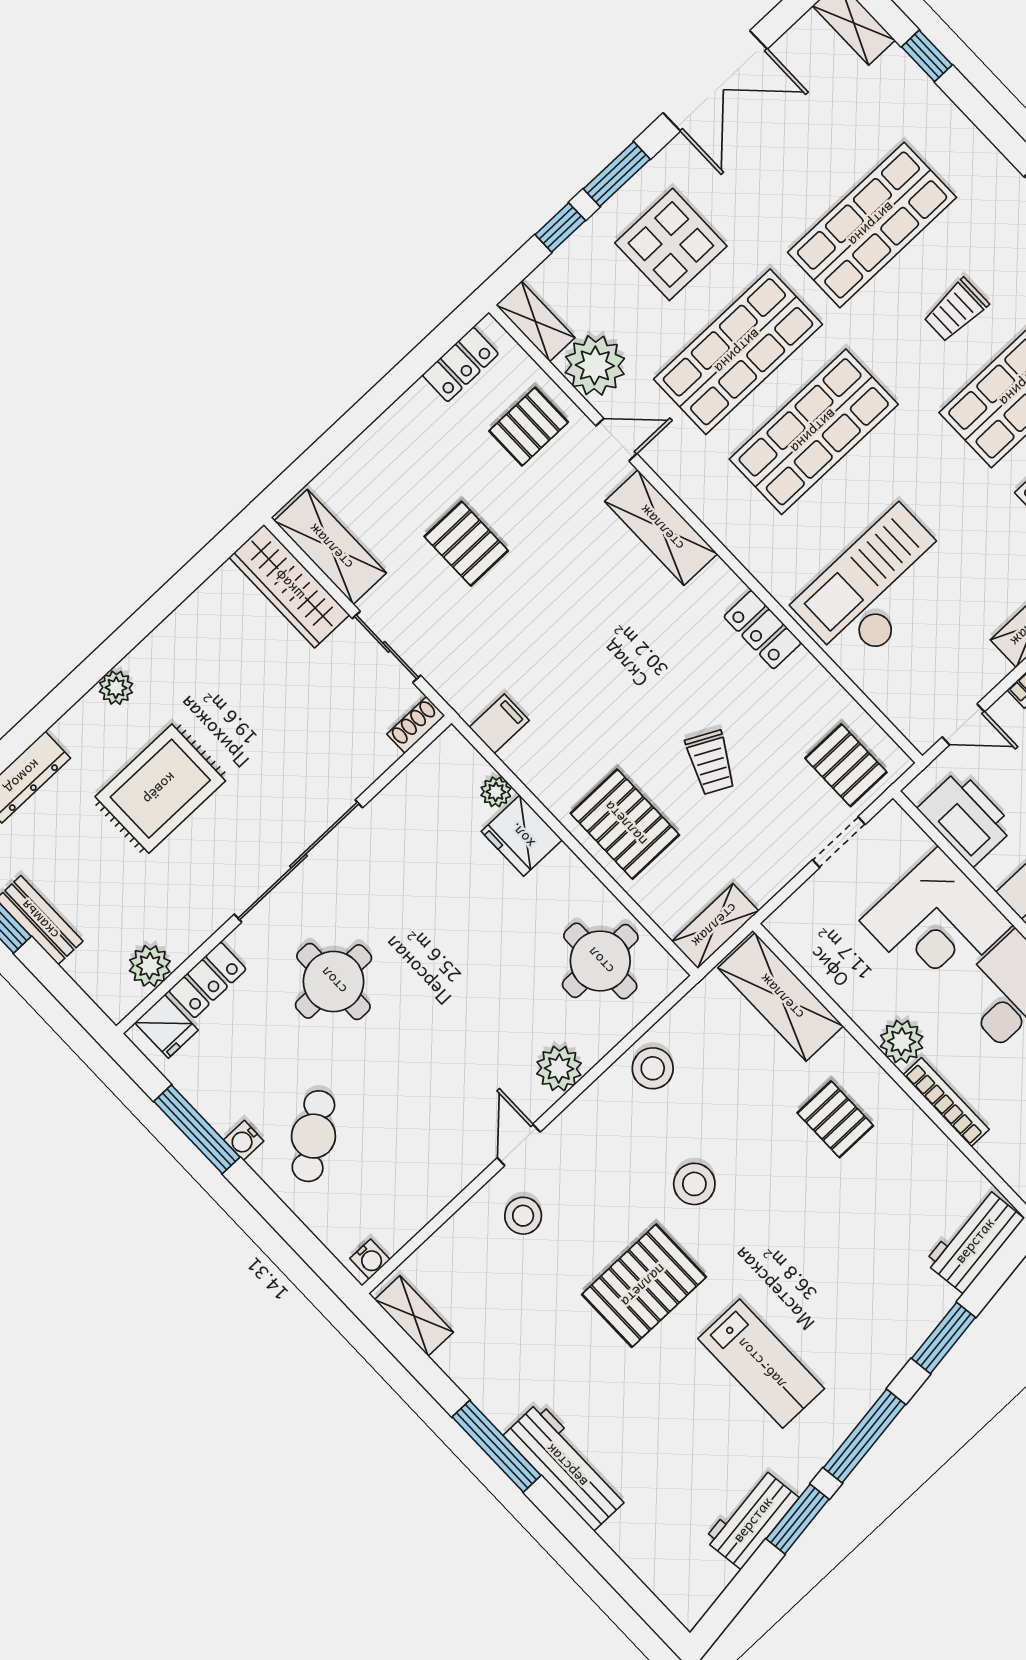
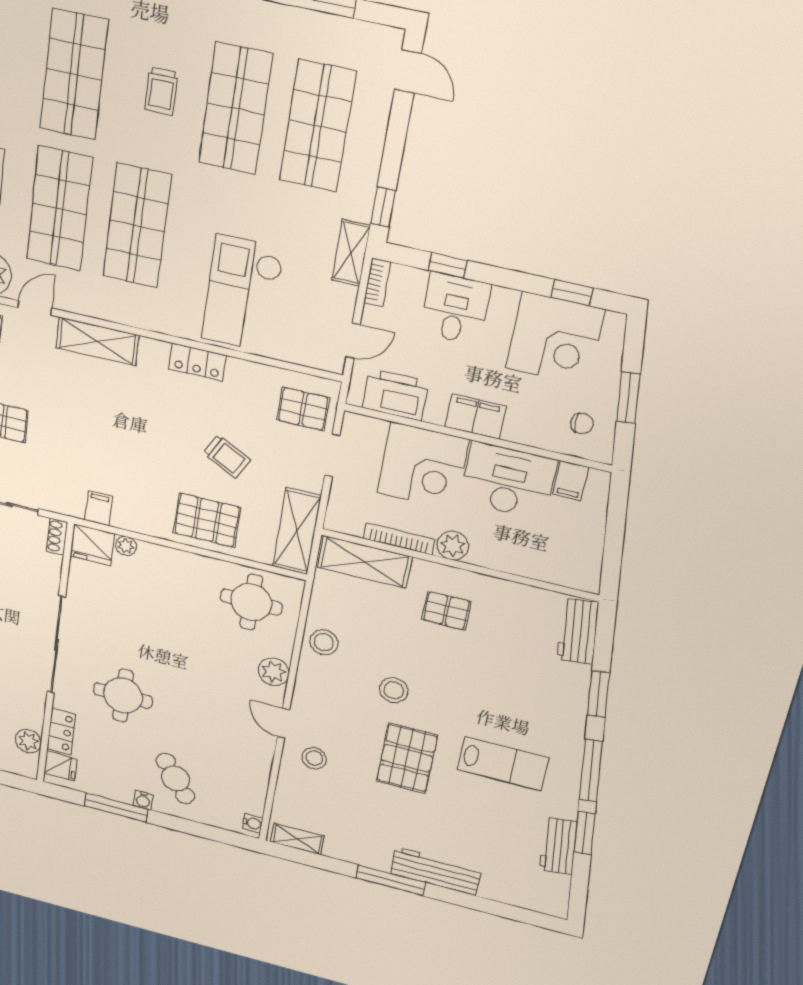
fridge: (522, 836) -> (92, 545), moved
shelving: (715, 926) -> (297, 531), width x1.50, depth x1.33
bookcase: (946, 1102) -> (399, 539), moved

